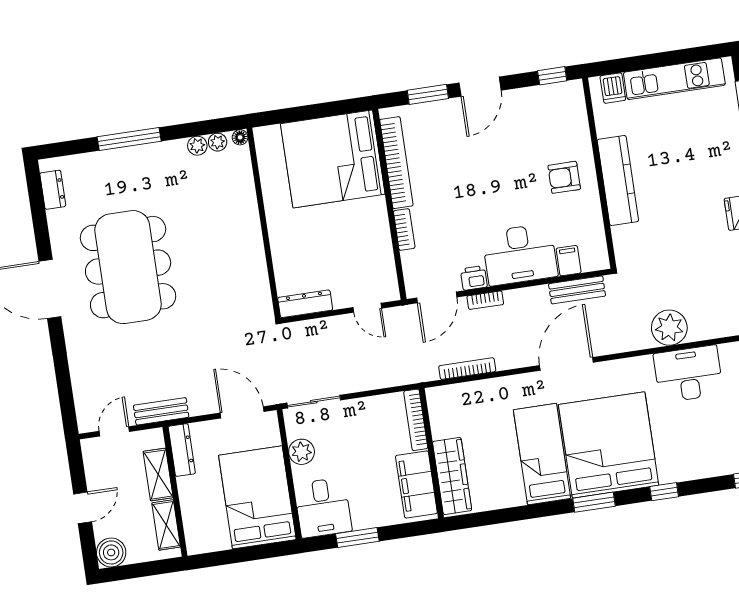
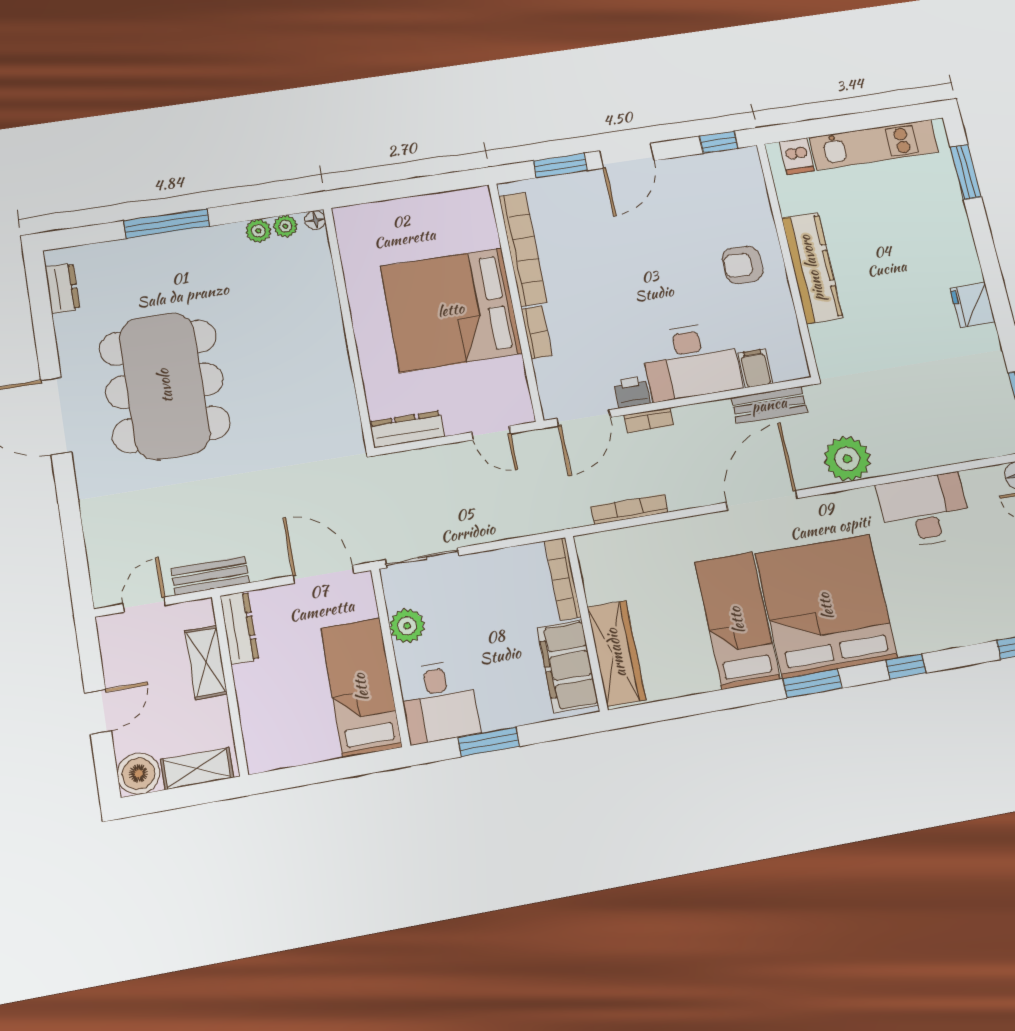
bed: (333, 159) -> (451, 310), moved
plant: (669, 328) -> (847, 459), moved
bed: (257, 497) -> (361, 687), width x0.67
shelving: (166, 525) -> (197, 769), moved, turned 90

